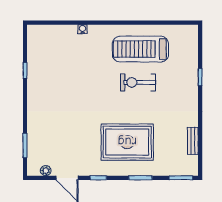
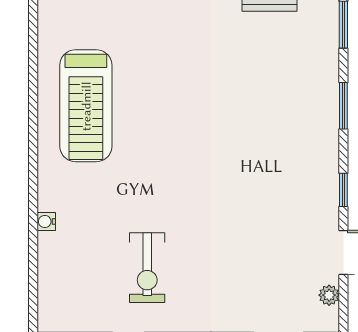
exercise bike: (138, 82) -> (147, 268), moved
rug: (127, 142) -> (272, 132), removed

